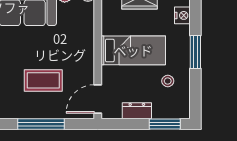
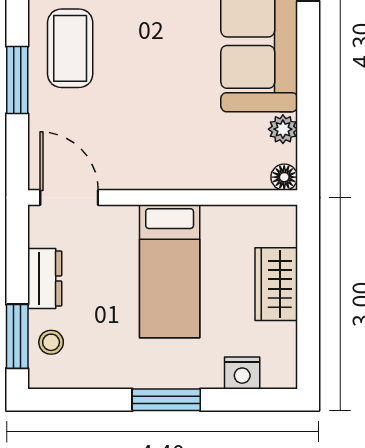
coffee table: (43, 80) -> (70, 48), moved
stool: (168, 81) -> (51, 342), moved
window: (41, 124) -> (17, 80), width x0.69

